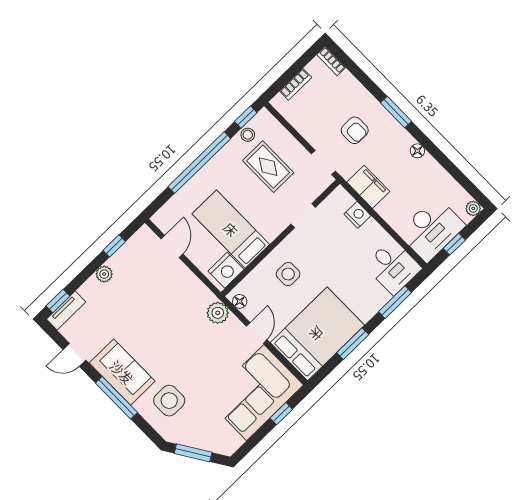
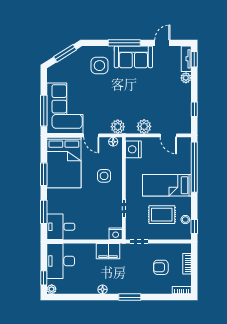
armchair: (355, 130) -> (161, 267), moved
window: (199, 163) -> (194, 167), moved
nightstand: (357, 215) -> (116, 234), moved
bed: (231, 229) -> (167, 185), moved, turned 180
window: (454, 244) -> (44, 278), moved
plant: (104, 274) -> (186, 78), moved
plant: (189, 283) -> (144, 126), added
window: (281, 414) -> (44, 111), width x2.17

